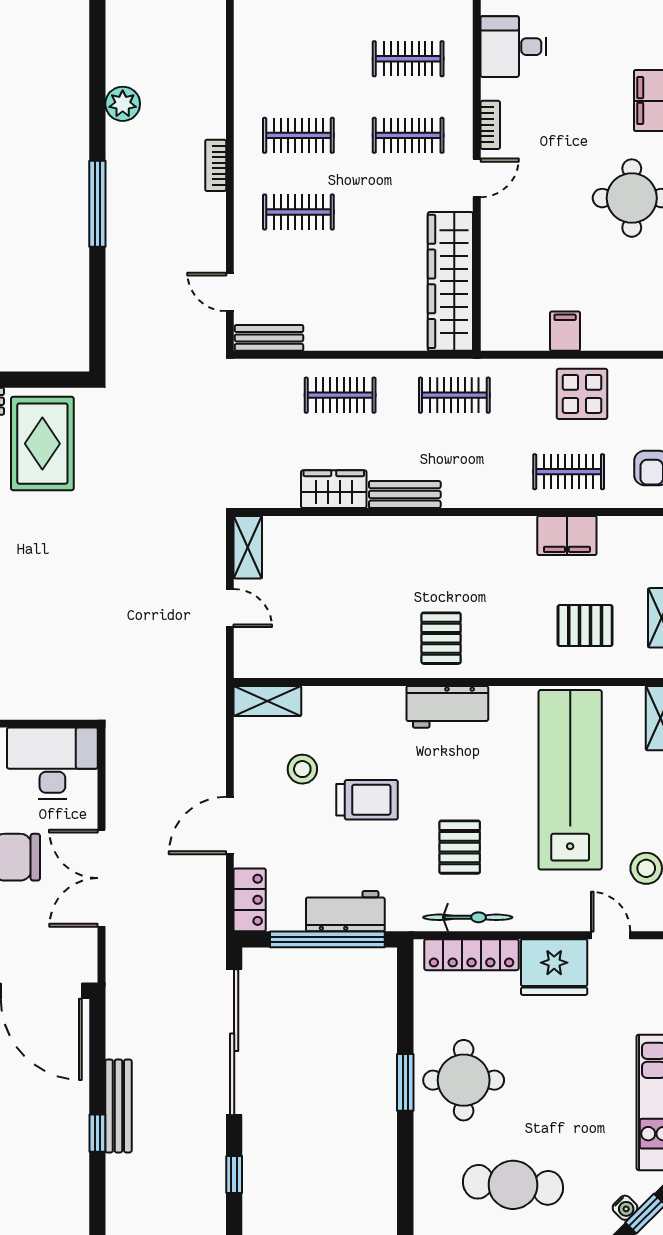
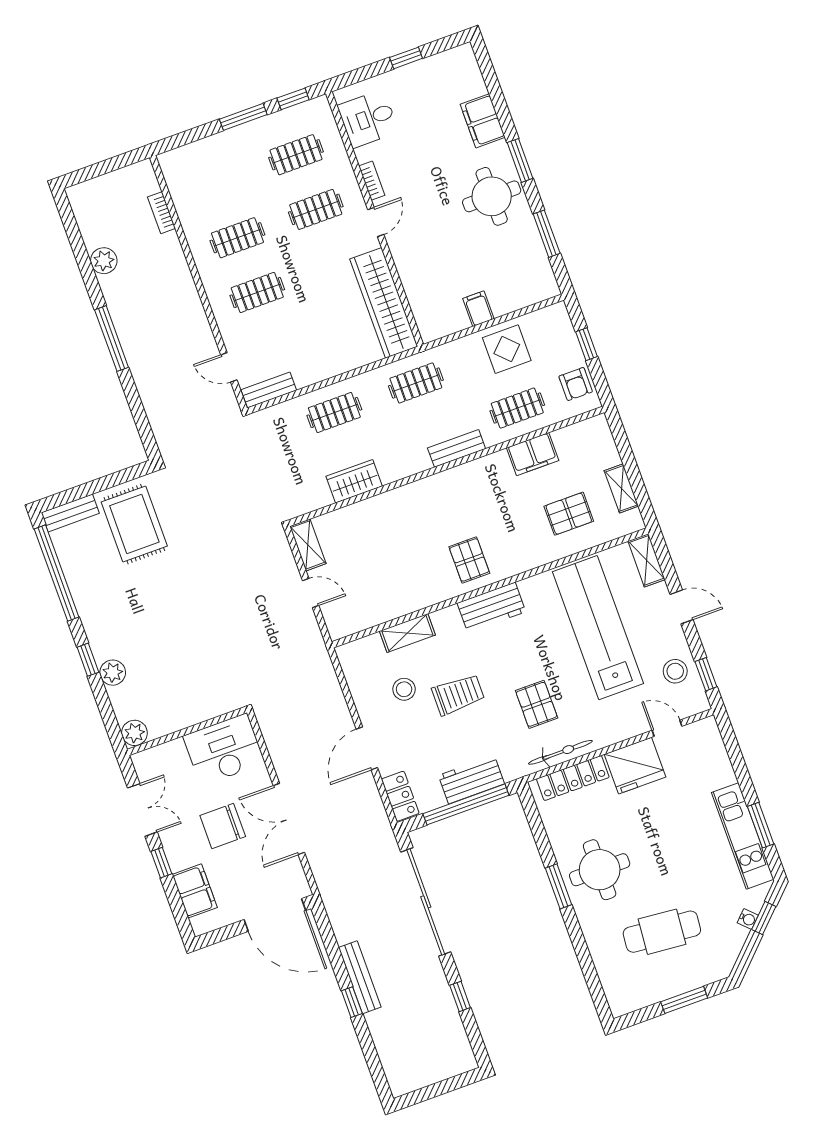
bookcase: (216, 165) -> (162, 213), moved
bench: (405, 494) -> (457, 448), moved
shelving: (267, 701) -> (407, 633), moved

